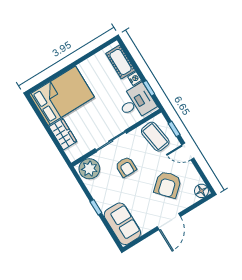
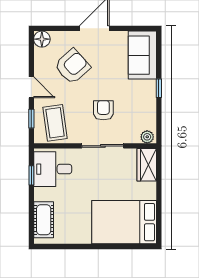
nightstand: (135, 79) -> (40, 194), removed
wardrobe: (63, 134) -> (147, 165), moved
plant: (89, 169) -> (147, 137), width x0.53, depth x0.53

